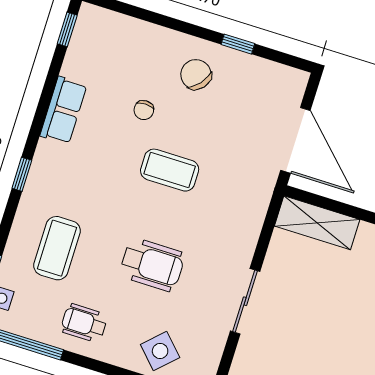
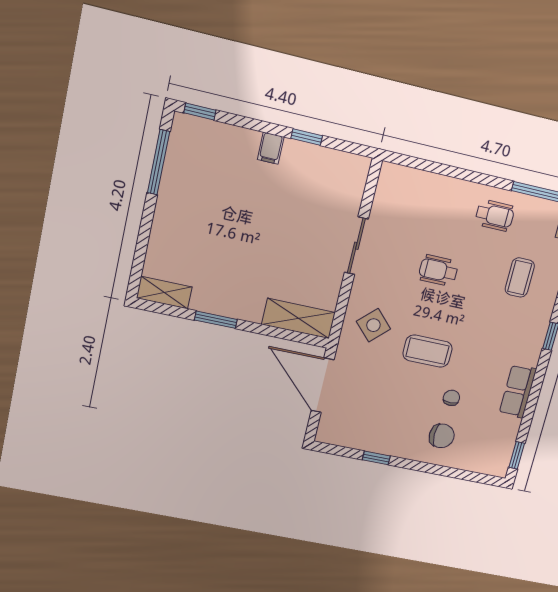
chair: (196, 74) -> (442, 436), moved, turned -40
coffee table: (57, 248) -> (520, 277), width x0.73, depth x0.77
wheelchair: (152, 265) -> (438, 271), width x0.73, depth x0.73
side table: (160, 351) -> (373, 325), moved

